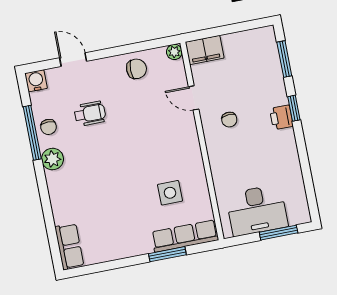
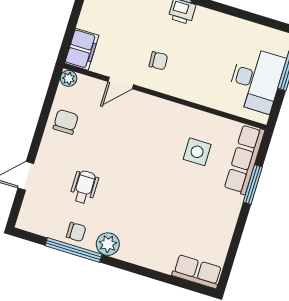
water cooler: (36, 81) -> (27, 221), removed

